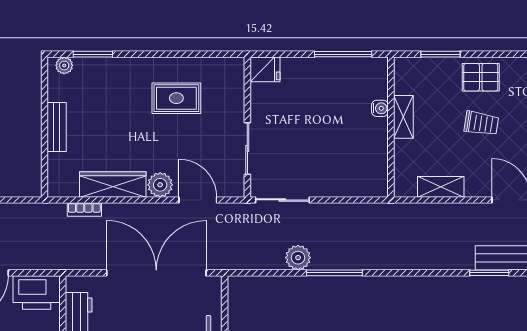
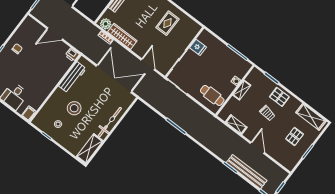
fridge: (265, 69) -> (198, 47), moved
rug: (176, 98) -> (167, 23), turned 90
cafe table: (357, 167) -> (212, 95), added
plant: (160, 185) -> (106, 24), moved
plant: (298, 258) -> (168, 111), removed
printer: (37, 292) -> (72, 55), width x0.53, depth x0.68

